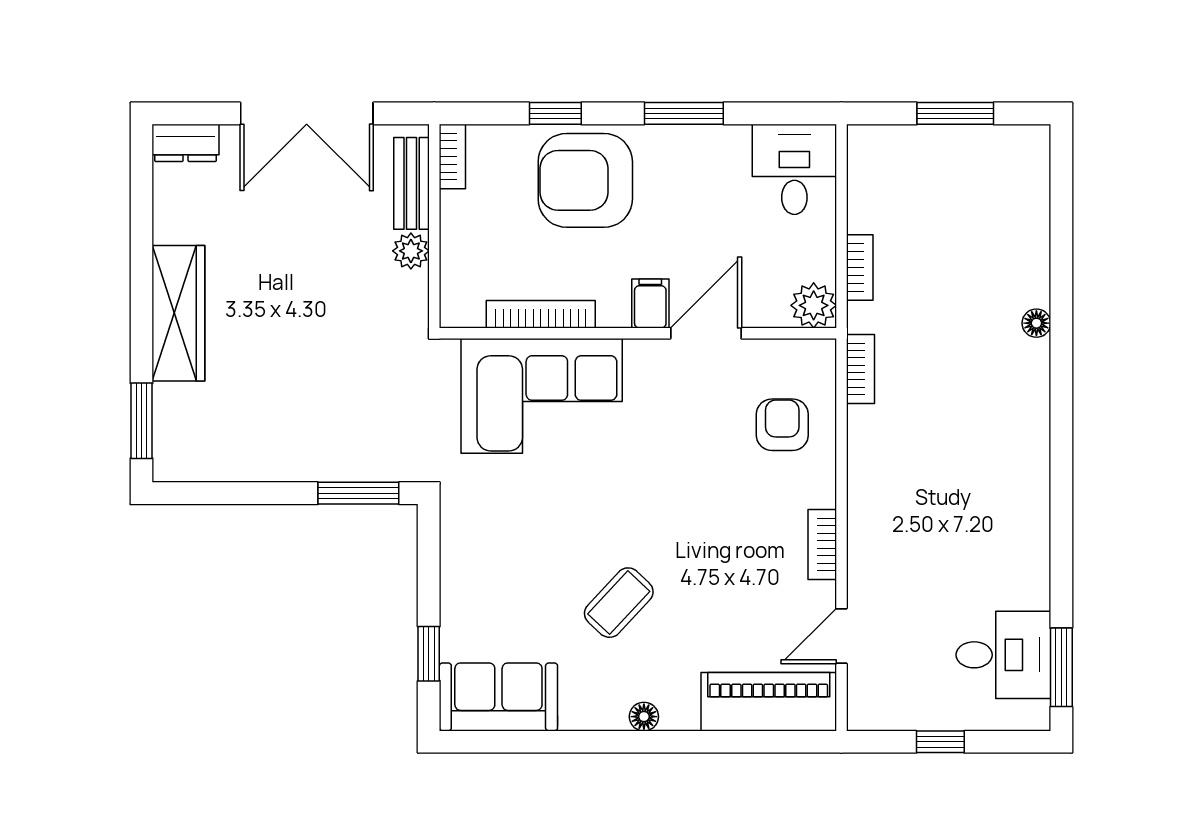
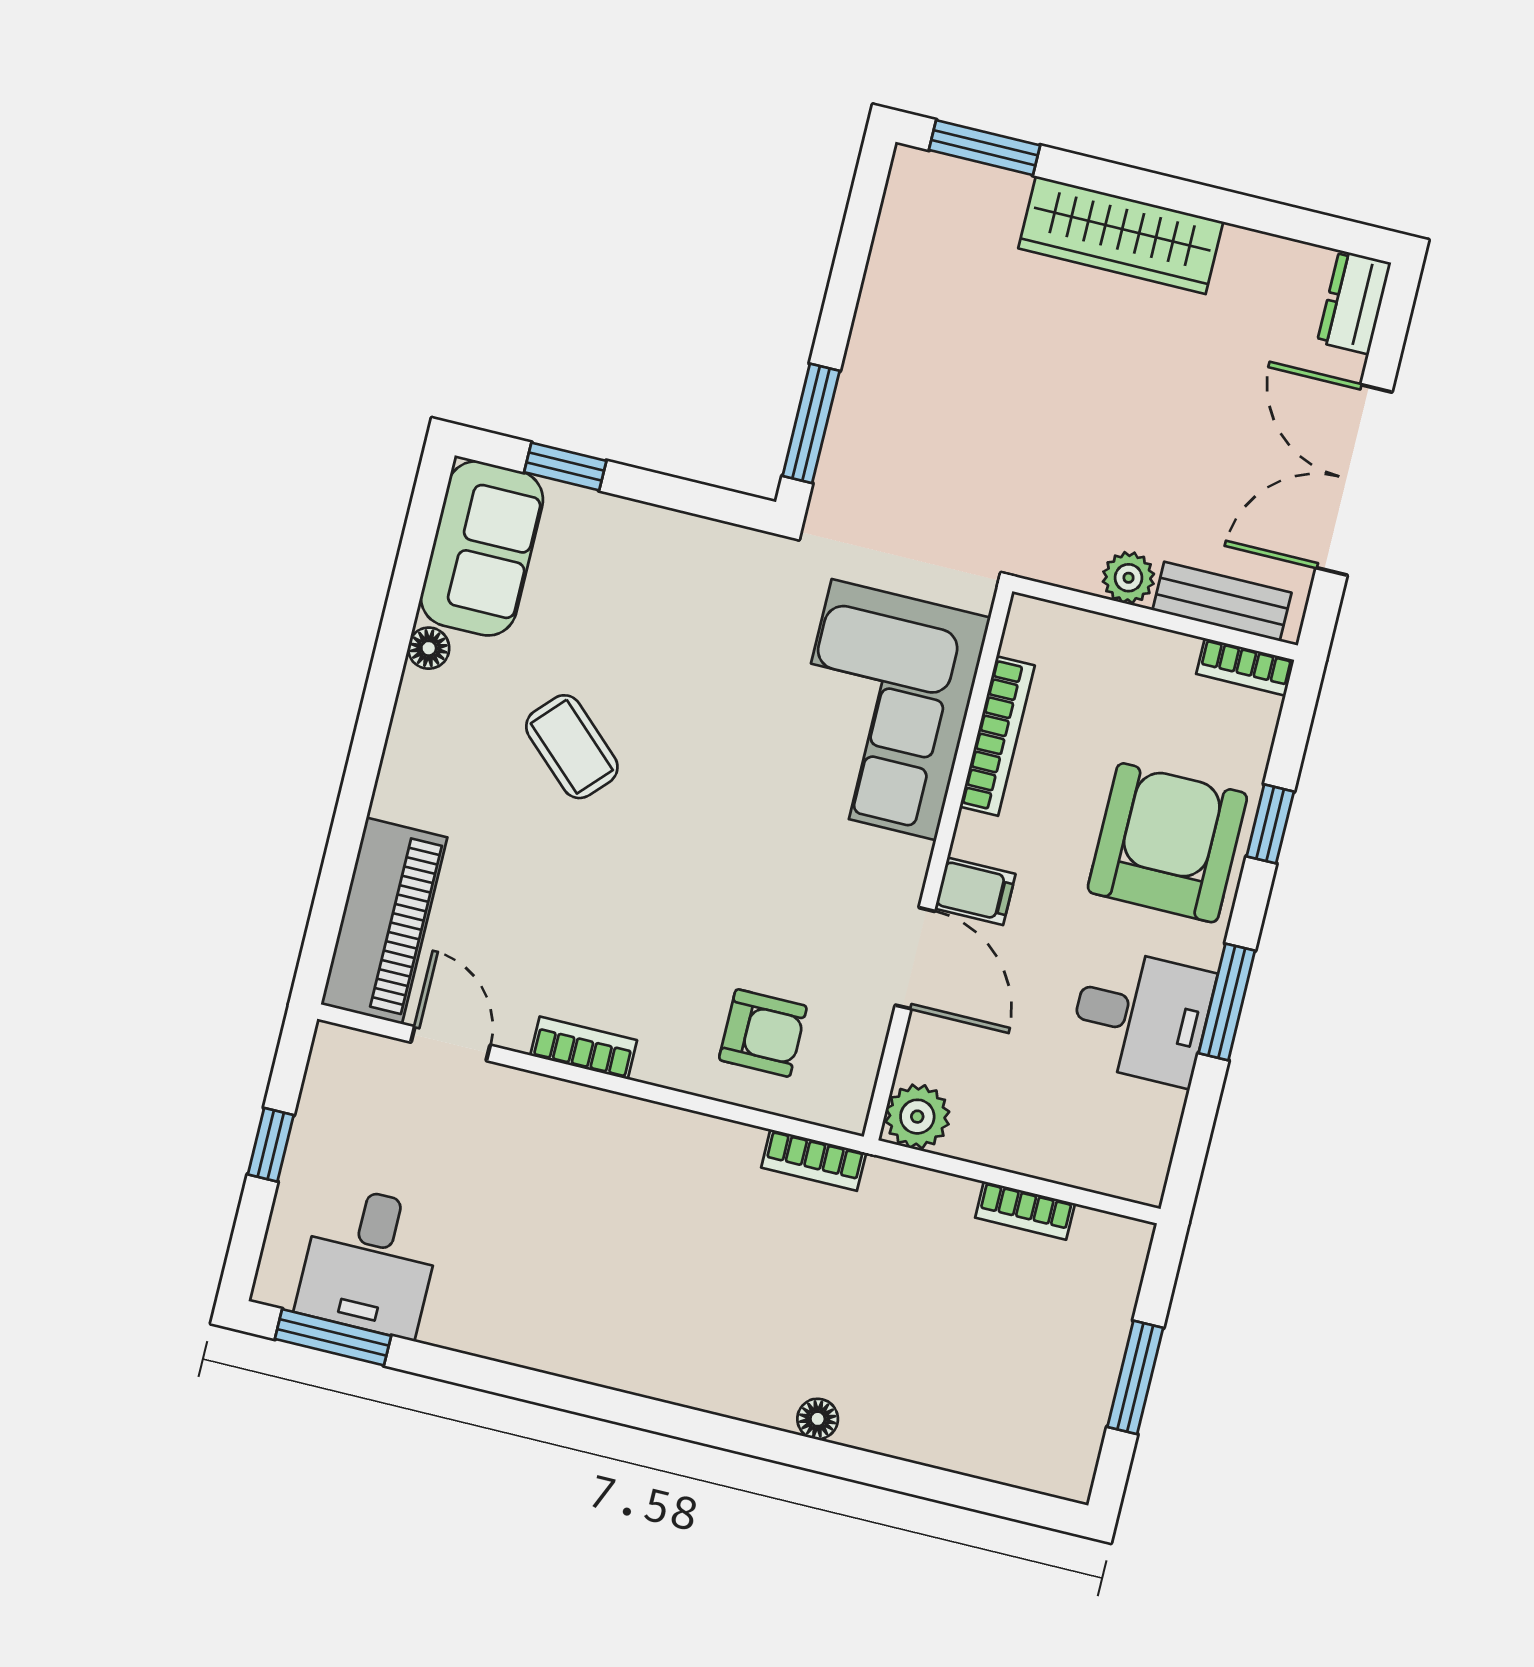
desk: (794, 169) -> (1141, 1016), moved
bookcase: (860, 267) -> (1025, 1211), moved
floor lamp: (644, 717) -> (429, 648), moved

